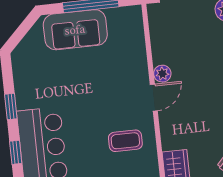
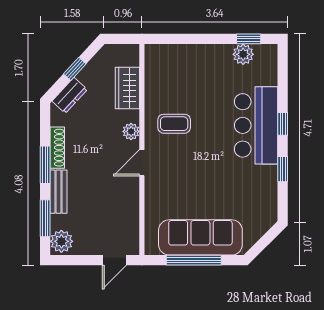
sofa: (75, 30) -> (200, 237), width x1.36
plant: (162, 74) -> (131, 131), moved

